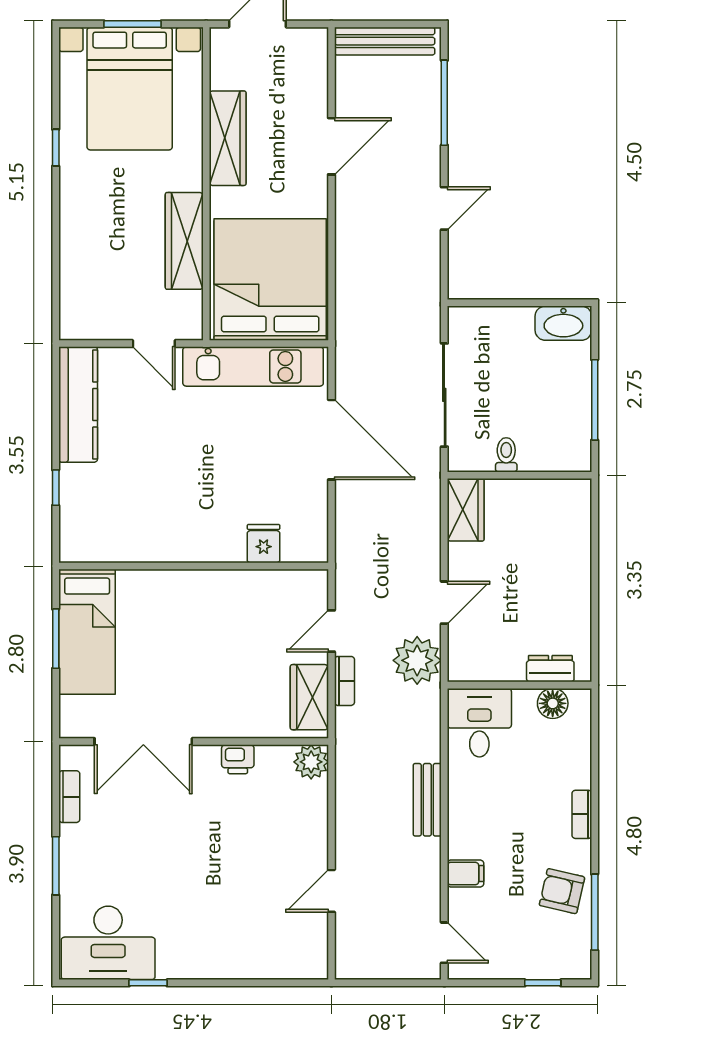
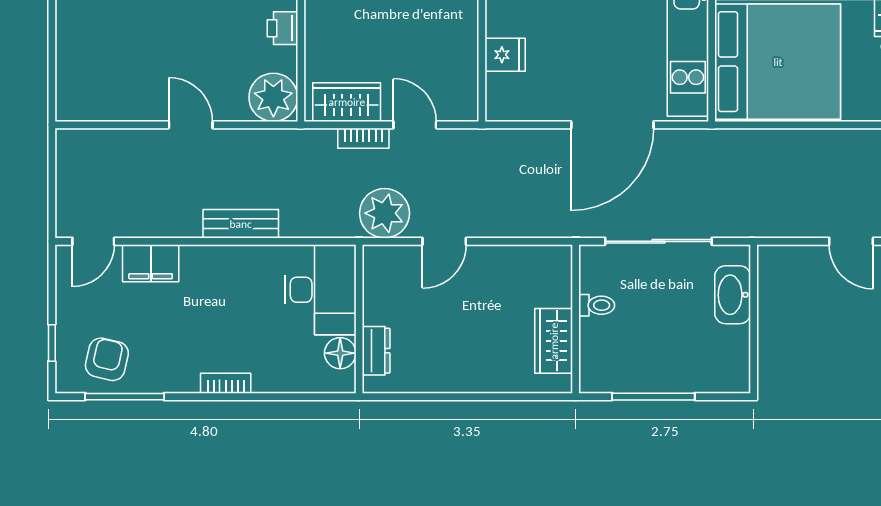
washbasin: (563, 323) -> (733, 295), moved
wardrobe: (466, 510) -> (554, 341), moved, turned 90
door: (444, 603) -> (444, 241), hinge flipped
desk: (479, 723) -> (320, 290), width x1.37
plant: (311, 762) -> (273, 97), width x1.36, depth x1.36
filing cabinet: (466, 874) -> (151, 263), width x2.00
door: (331, 891) -> (191, 125), moved
armchair: (562, 891) -> (107, 359), moved

